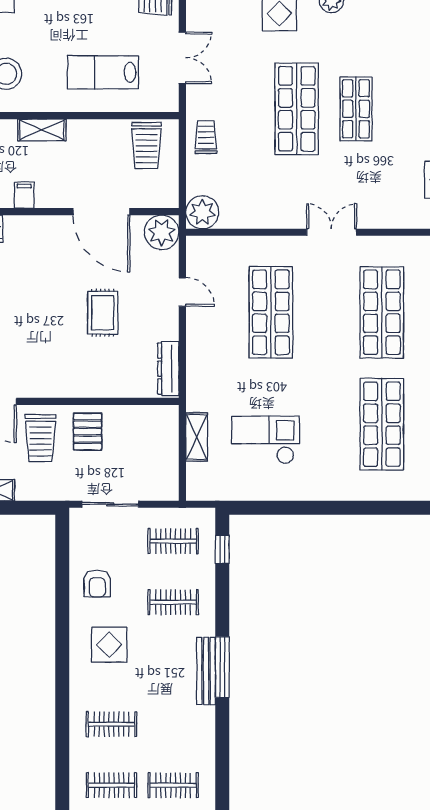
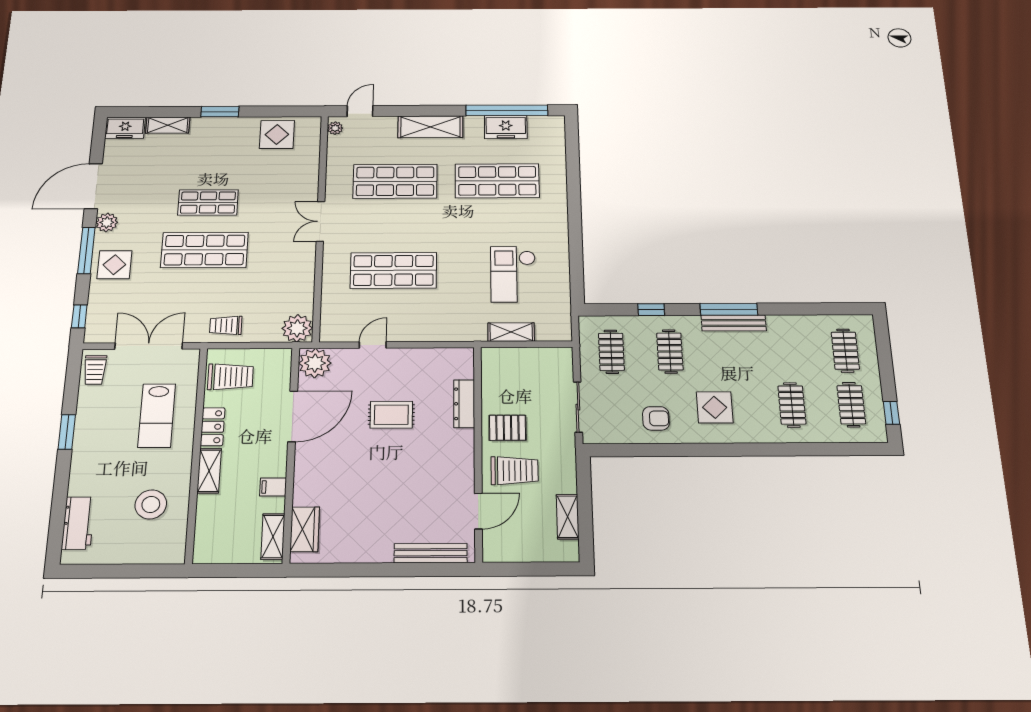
double door: (182, 58) -> (149, 346), width x1.37
locker: (90, 130) -> (213, 427), added
dresser: (168, 369) -> (464, 404), moved, turned 90
window: (222, 549) -> (651, 310), moved

